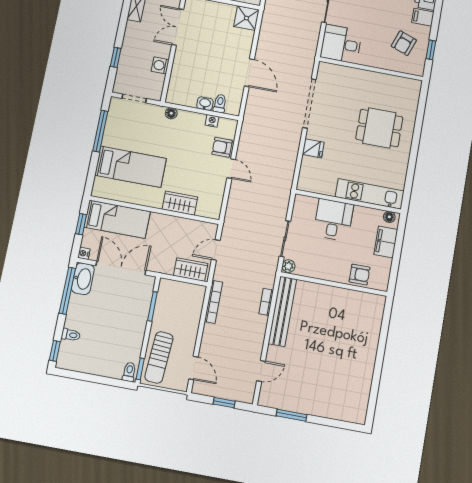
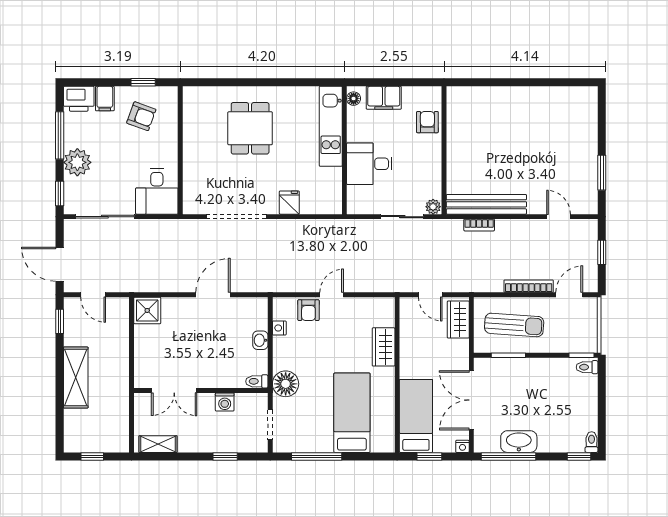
toilet: (220, 103) -> (257, 381), moved
floor lamp: (171, 113) -> (286, 384), width x1.89, depth x1.89
washbasin: (83, 279) -> (519, 442), moved
bookcase: (213, 302) -> (529, 286), moved
toilet: (71, 335) -> (592, 442), moved
sun lounger: (159, 357) -> (514, 325), moved

